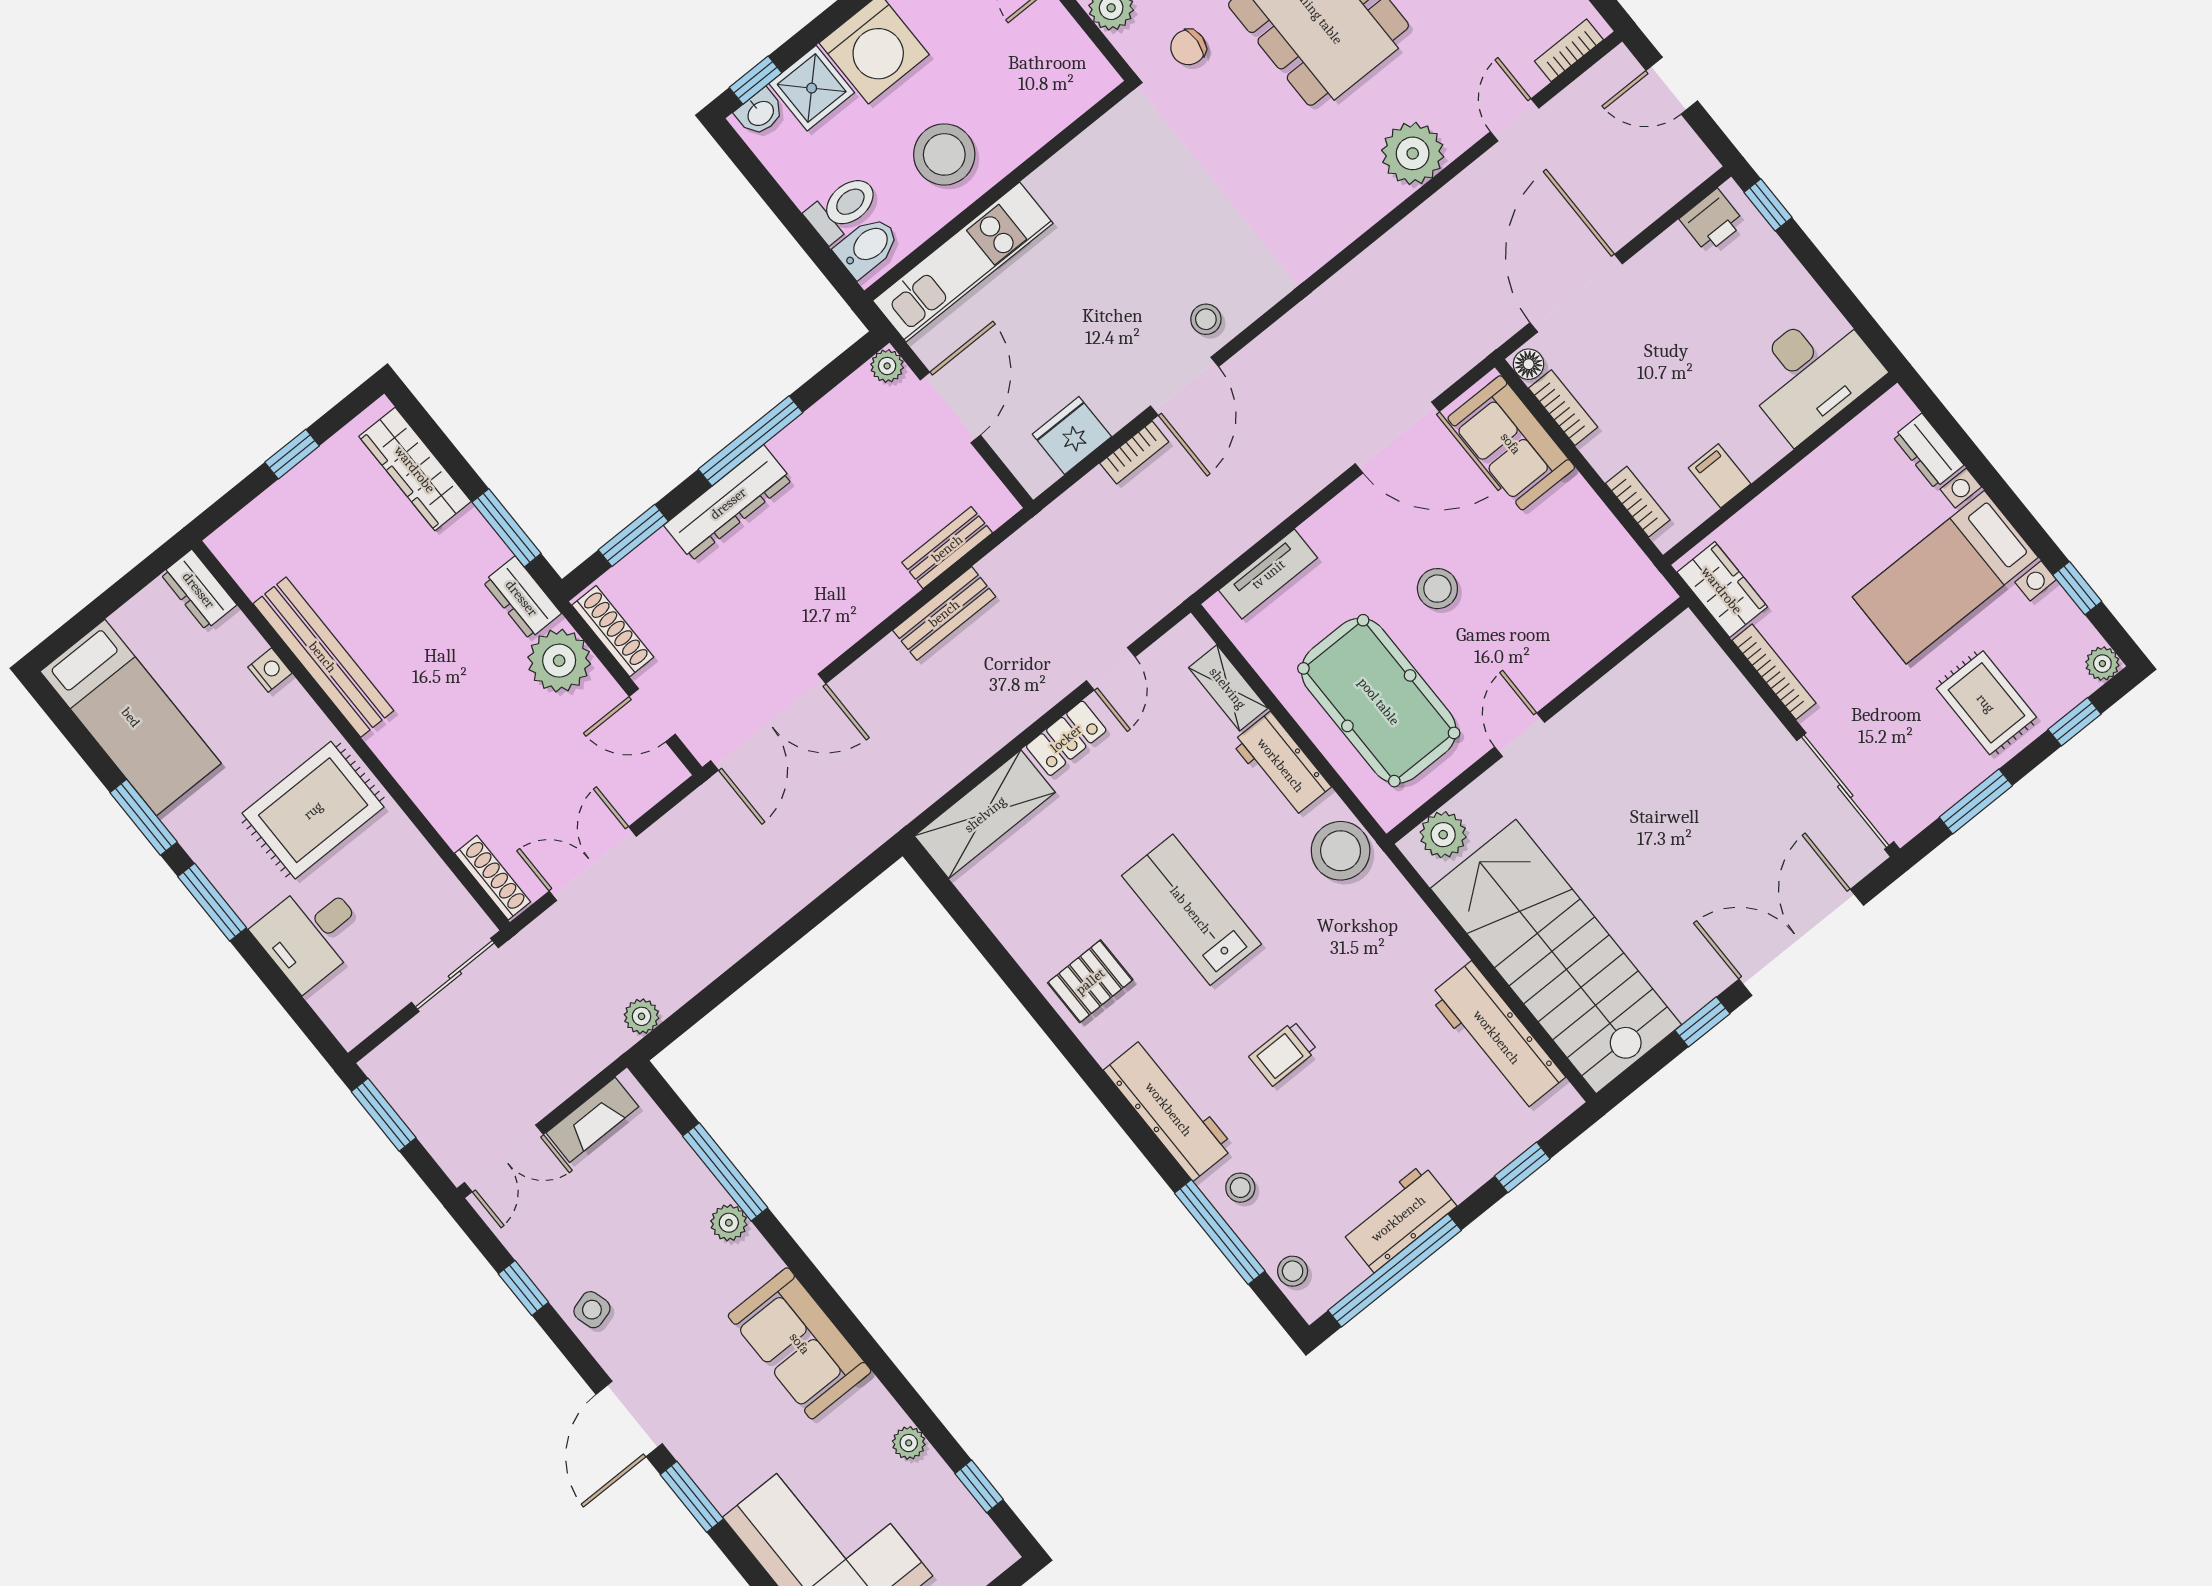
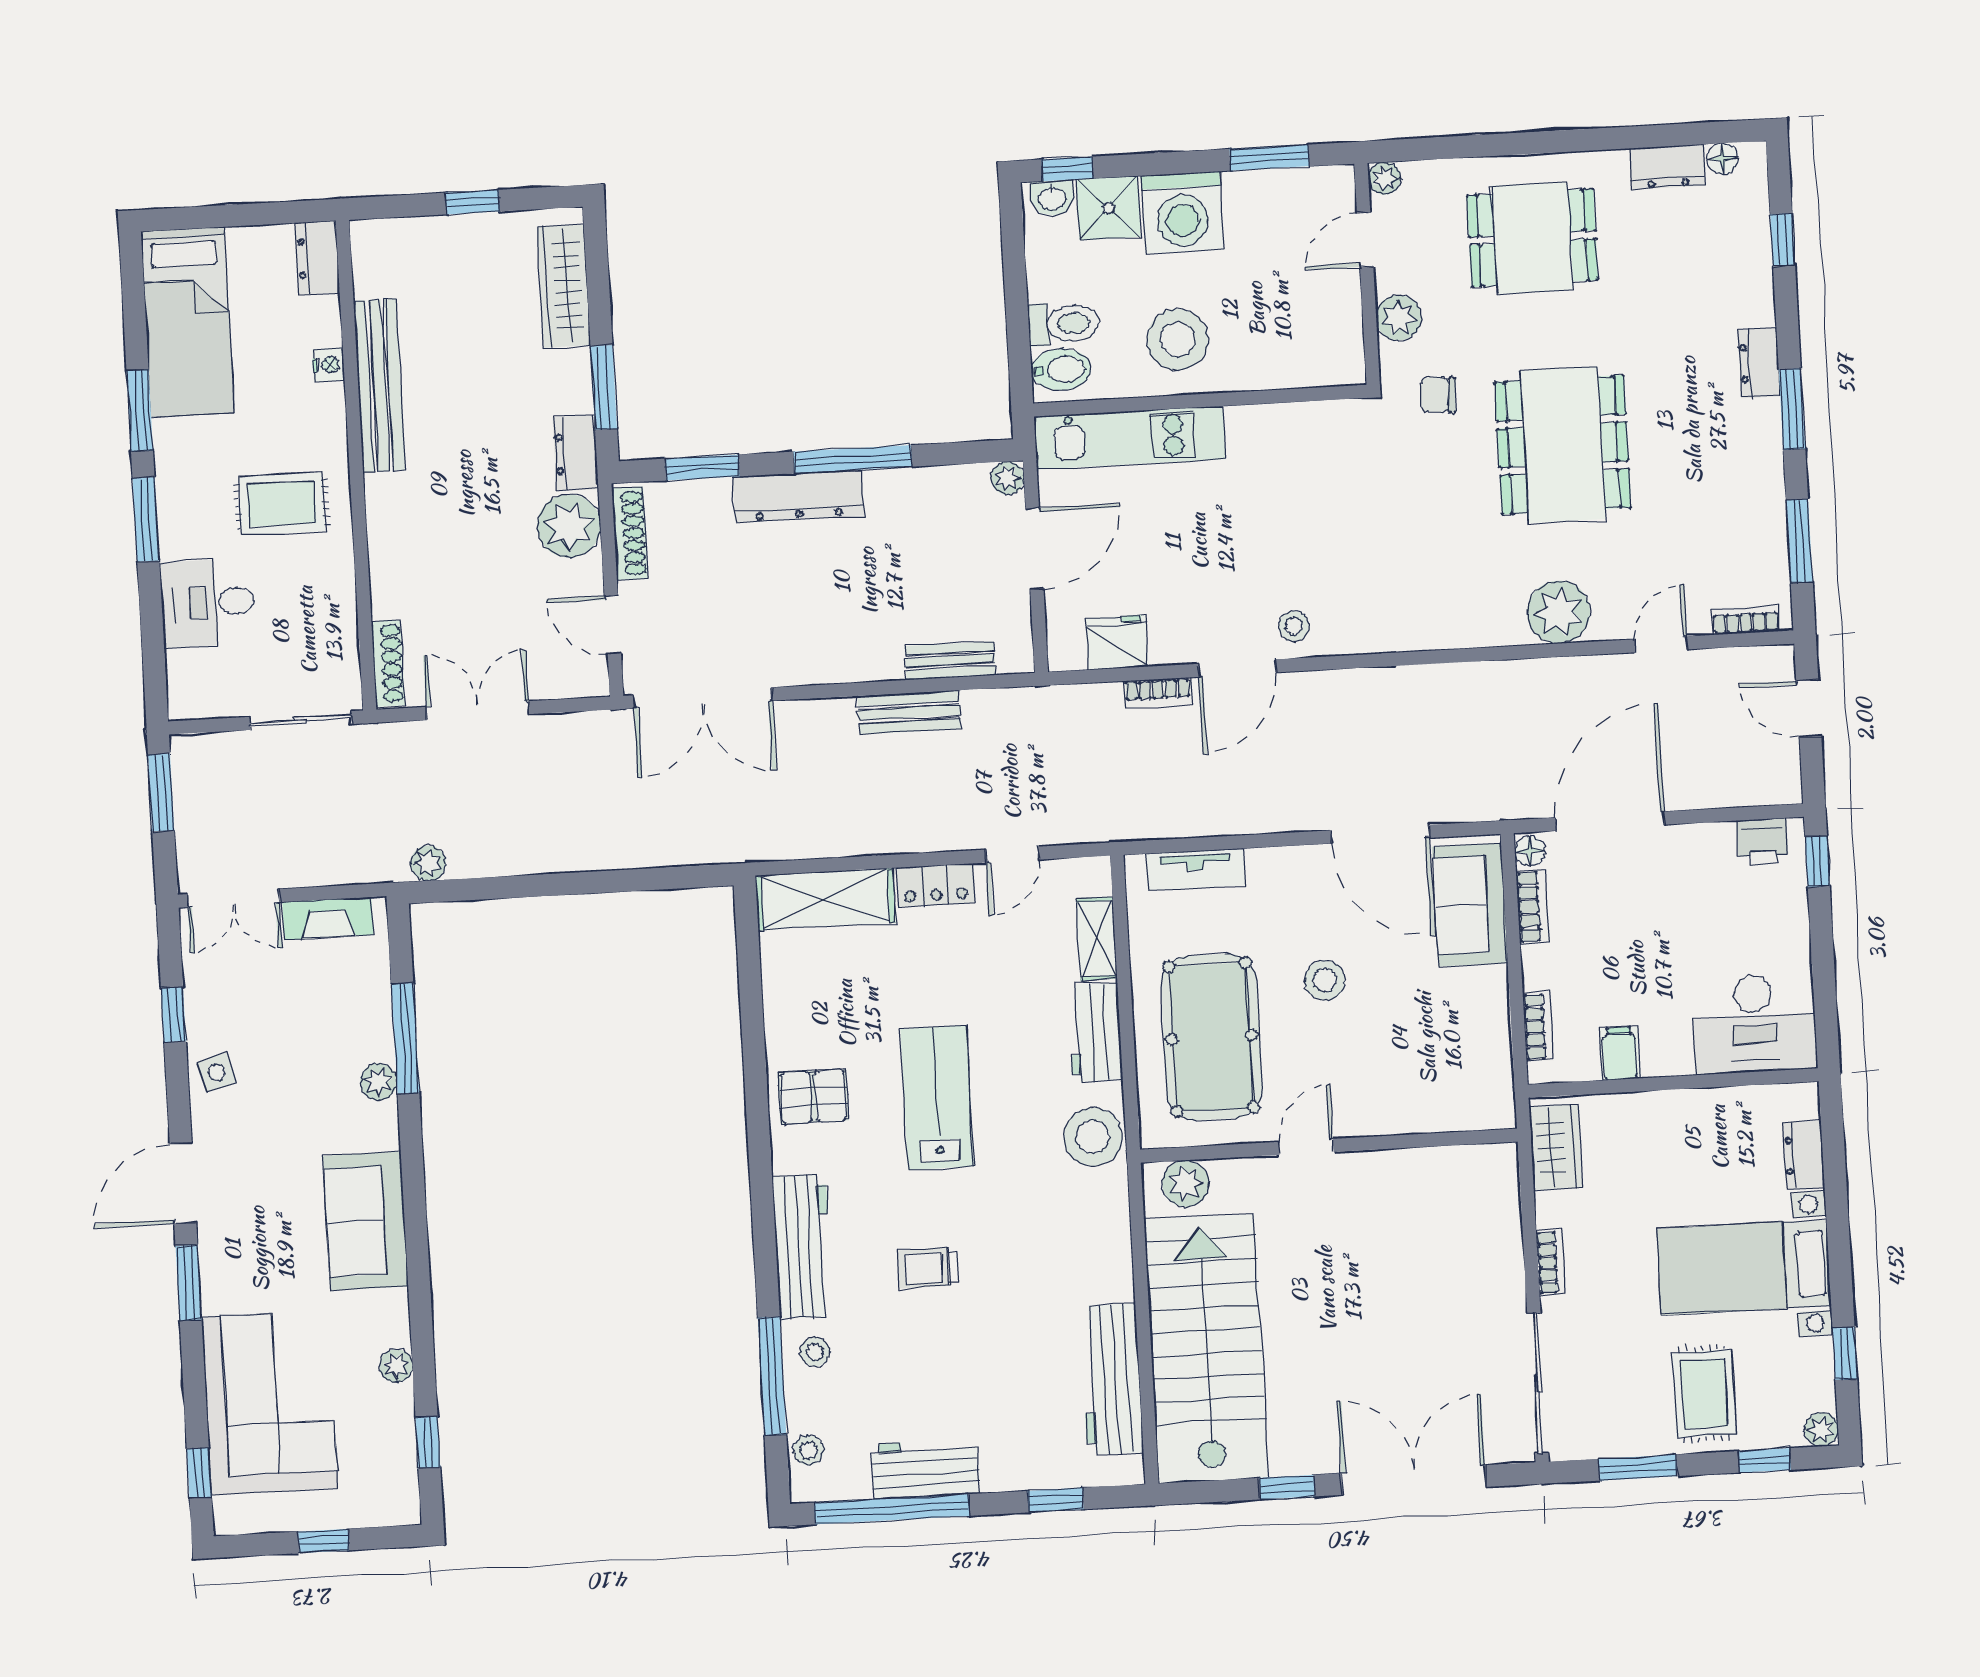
bookcase: (1774, 672) -> (1551, 1263), width x0.64
rug: (313, 810) -> (282, 504), width x0.73, depth x0.70

